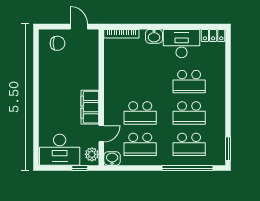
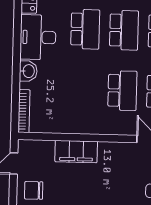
chair: (57, 43) -> (34, 190), turned -90
filing cabinet: (90, 107) -> (76, 152), moved

